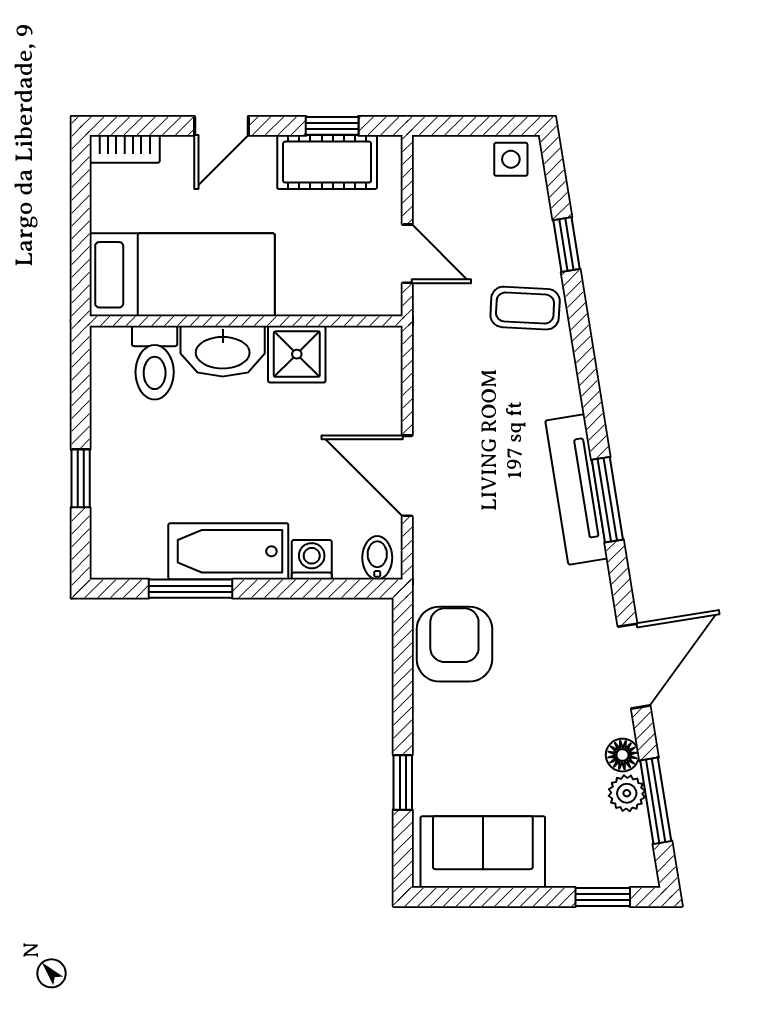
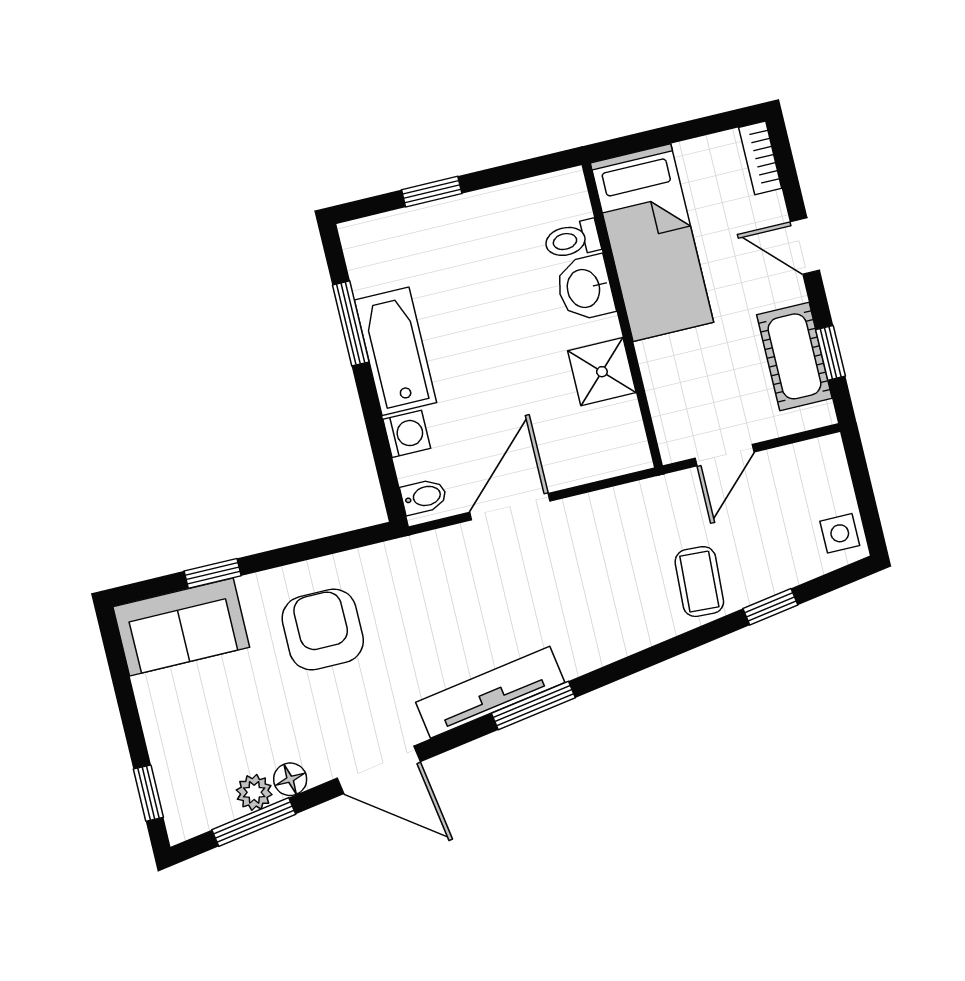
washbasin: (223, 351) -> (585, 288), width x0.72
toilet: (155, 363) -> (572, 240), width x0.73, depth x0.72
tv unit: (576, 490) -> (490, 692), moved
armchair: (454, 644) -> (323, 630), moved, turned -90
sofa: (483, 852) -> (181, 627), moved, turned 90

